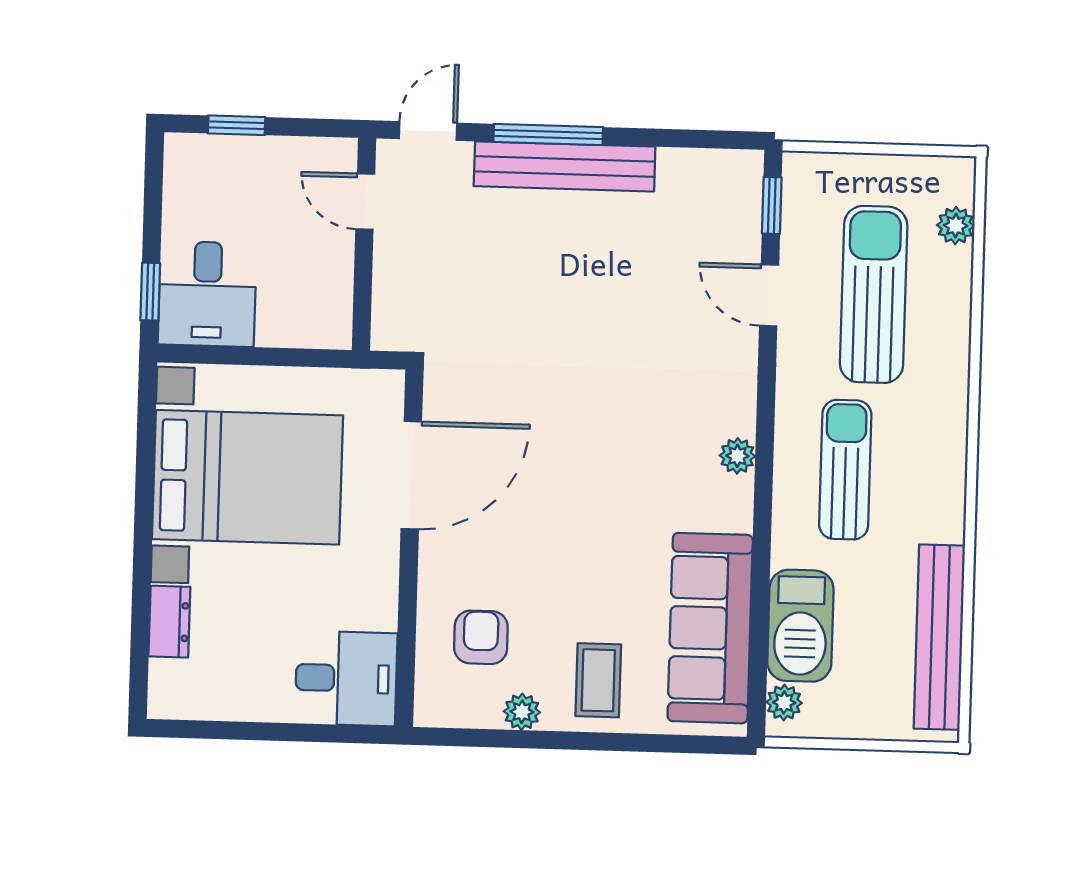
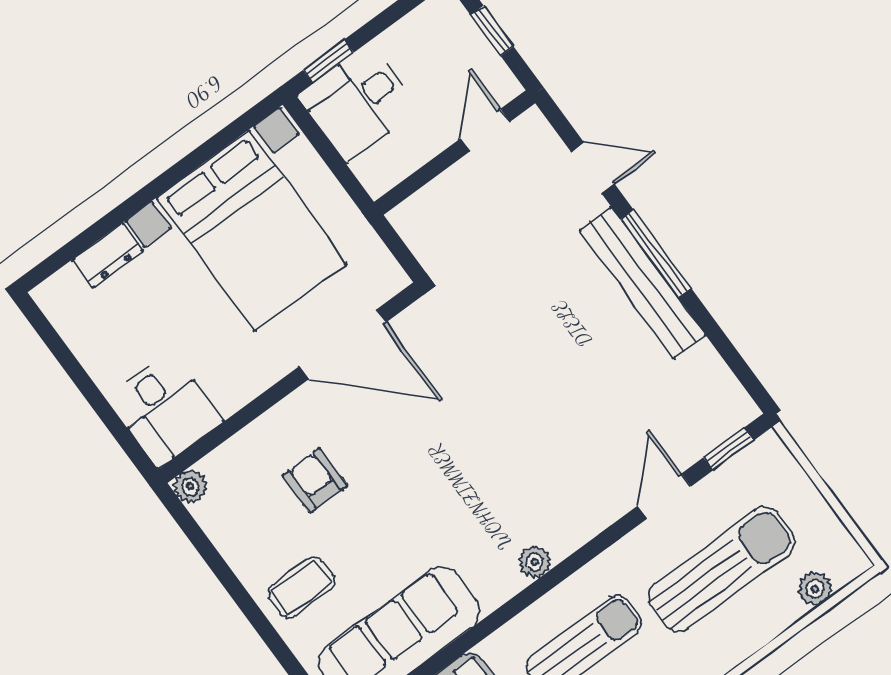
door: (365, 202) -> (485, 130), moved
wall: (364, 244) -> (455, 153), moved
armchair: (481, 637) -> (315, 481), moved, turned -90
plant: (522, 712) -> (190, 486), moved

